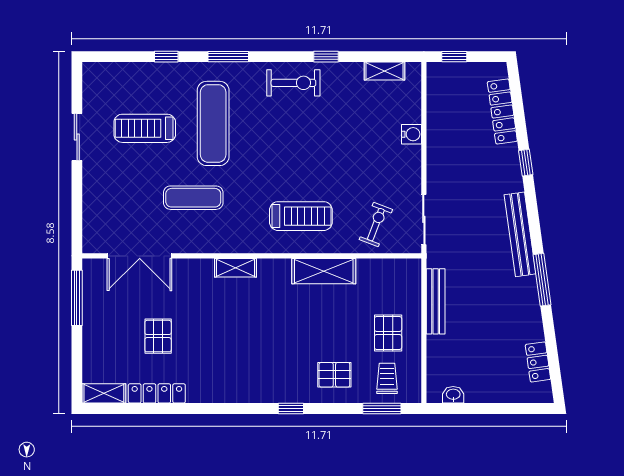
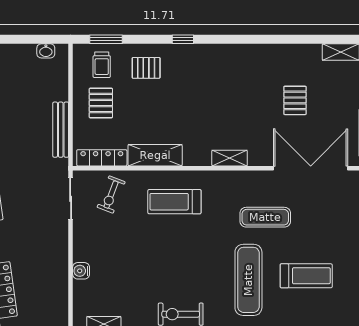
double door: (140, 256) -> (311, 168), width x1.36
locker: (157, 393) -> (102, 158), moved, turned 180

